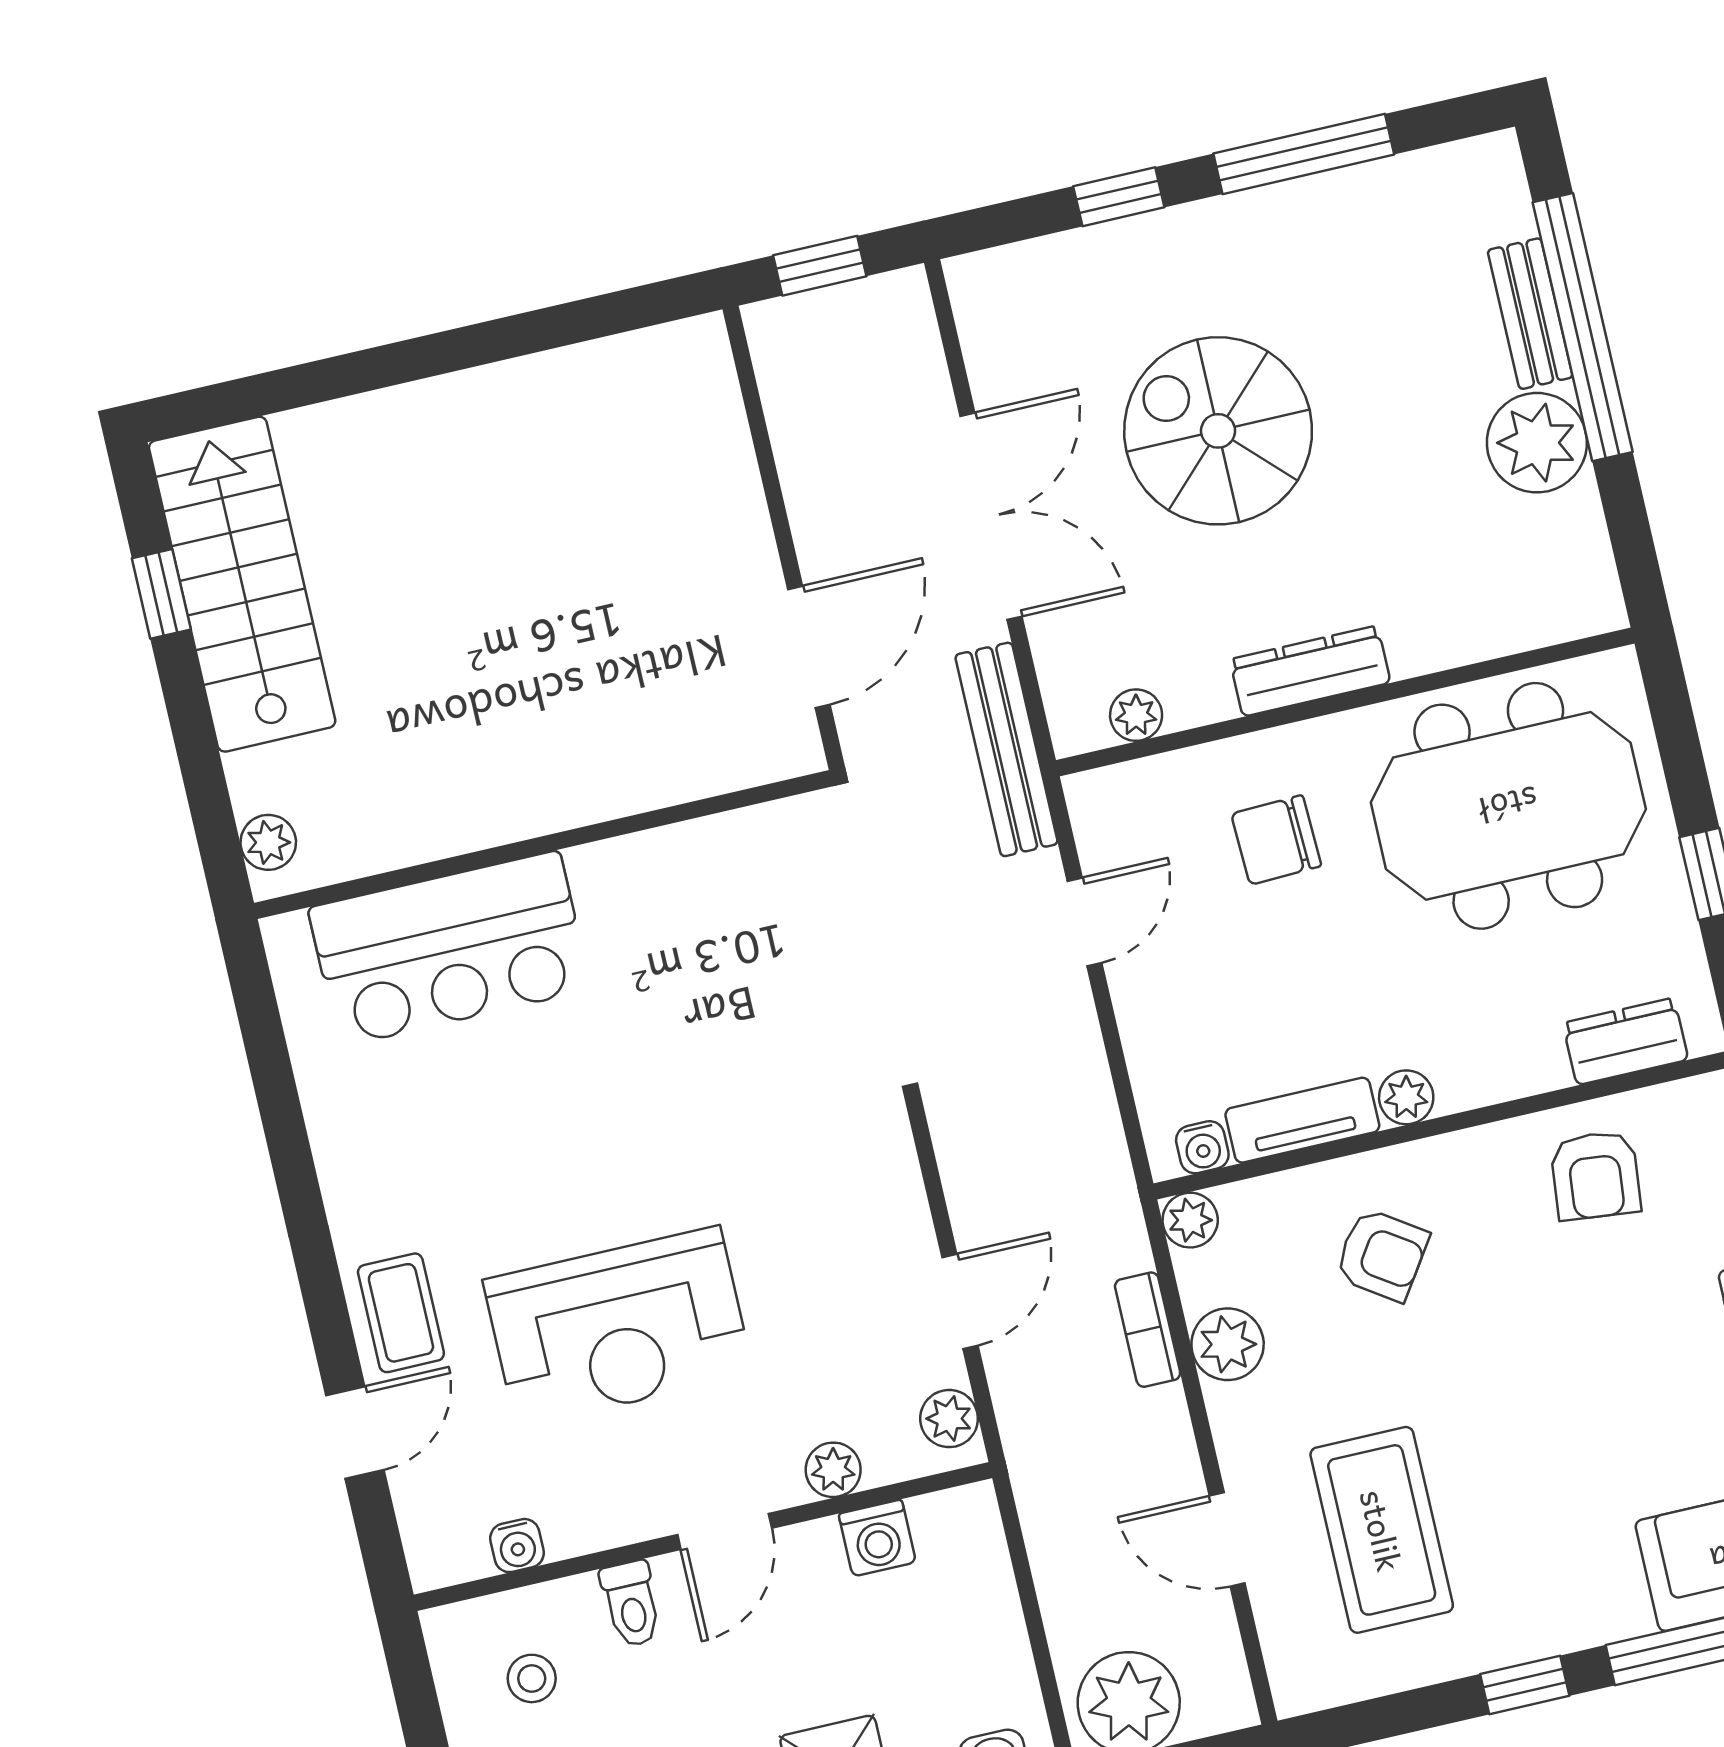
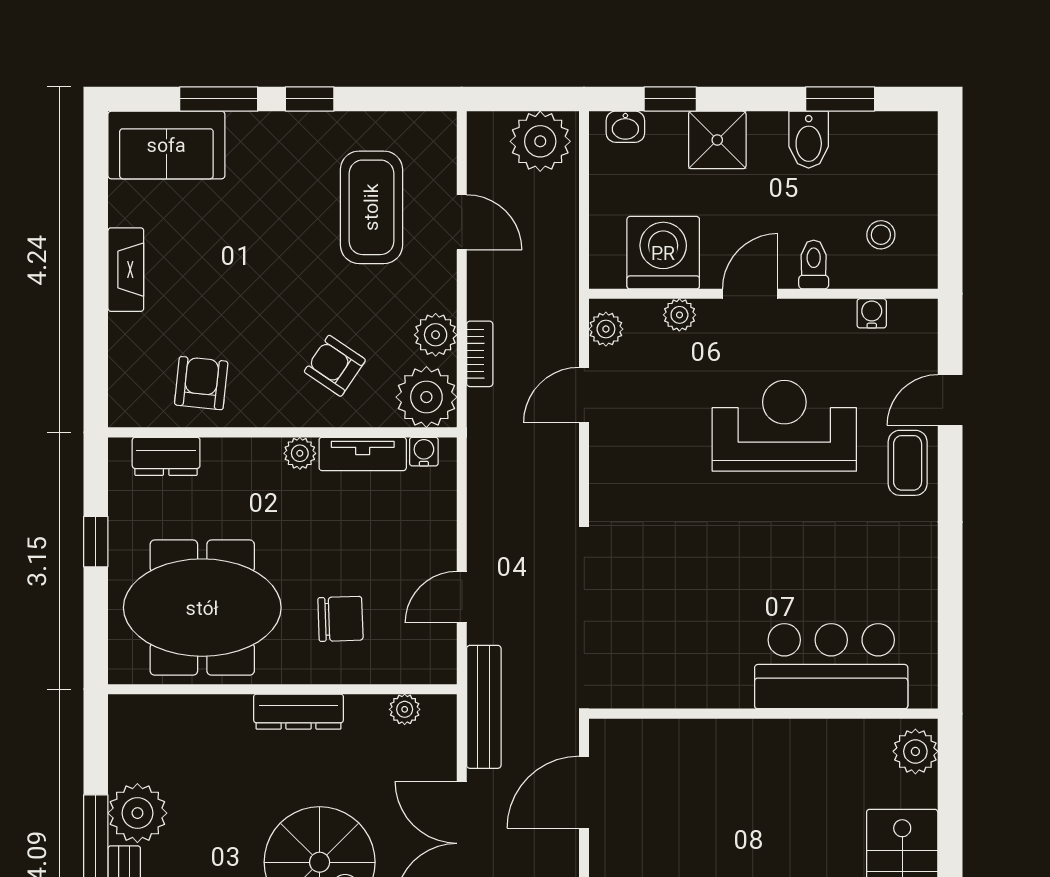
plant: (268, 842) -> (915, 751), width x1.38, depth x1.38
plant: (1190, 1220) -> (426, 397), width x1.88, depth x1.88
washing machine: (877, 1538) -> (663, 253), width x1.89, depth x1.89

